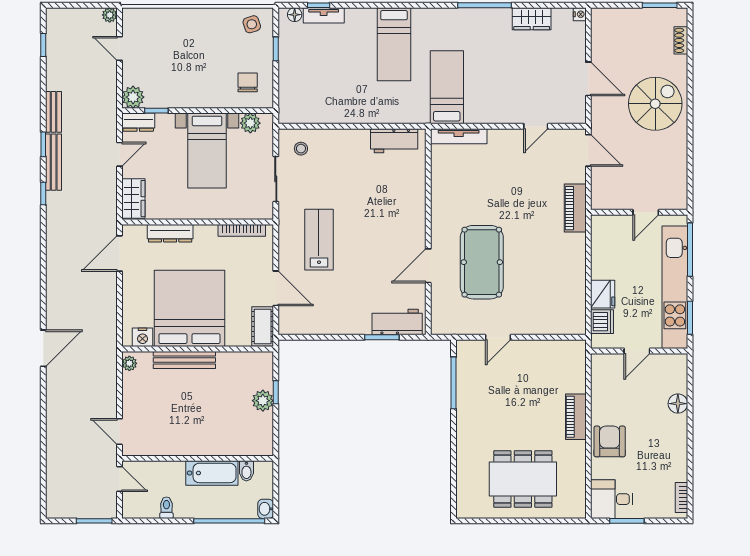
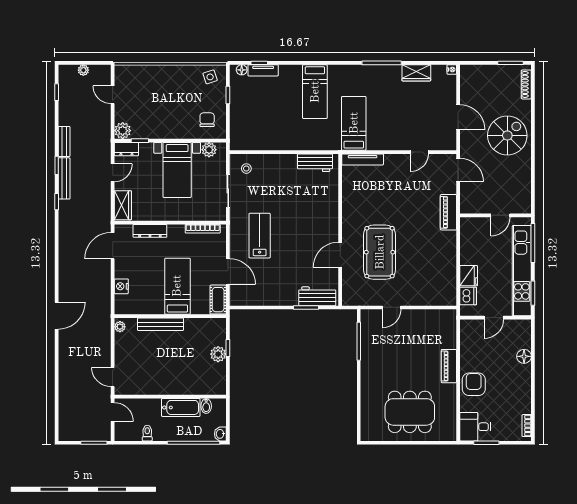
plant: (110, 15) -> (83, 70), moved
shoe rack: (681, 40) -> (526, 84), width x1.43
bed: (189, 308) -> (177, 286), width x0.49
nightstand: (143, 337) -> (121, 286), moved, turned 90

